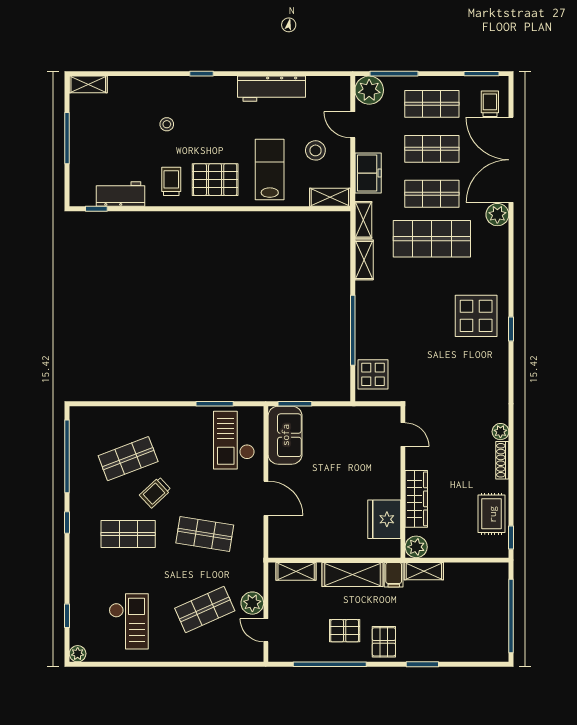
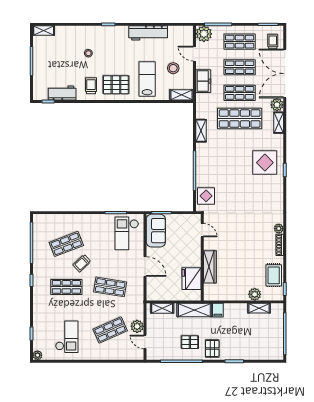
shelving: (363, 220) -> (279, 123), moved
door: (403, 435) -> (202, 230), moved
wall: (403, 482) -> (202, 257), moved
wardrobe: (416, 499) -> (210, 267), moved
fridge: (384, 519) -> (192, 279), moved
plant: (416, 547) -> (255, 294), moved
shelving: (424, 571) -> (259, 308), moved

